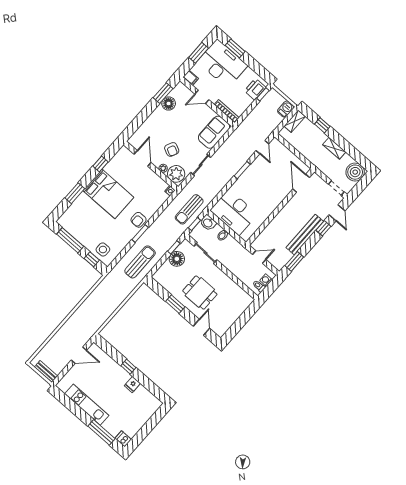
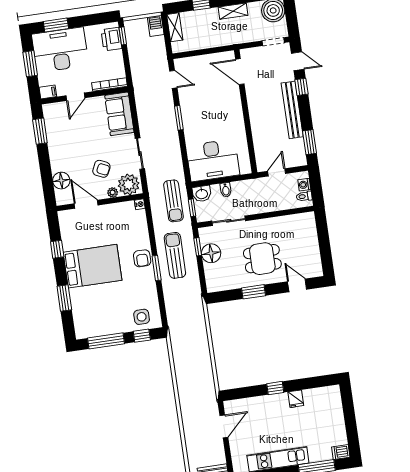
floor lamp: (169, 103) -> (61, 181), moved
sun lounger: (140, 262) -> (175, 255), moved

